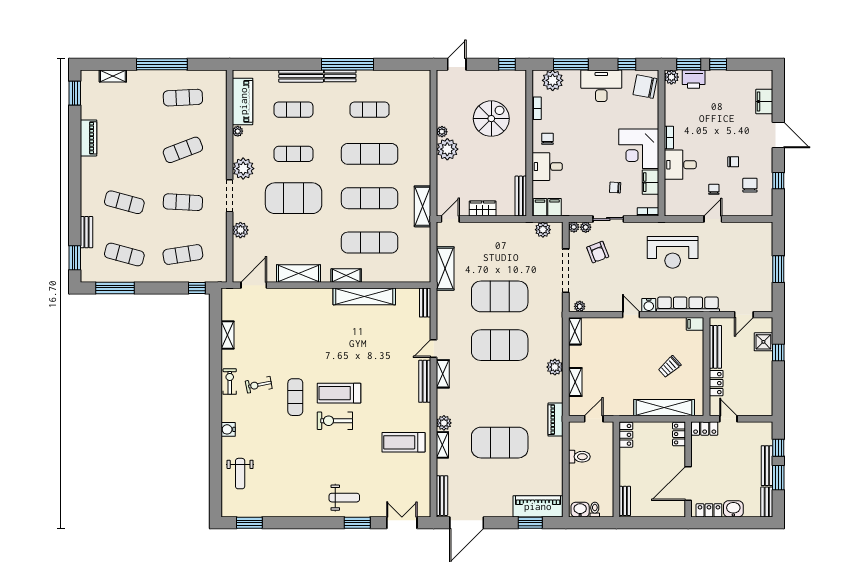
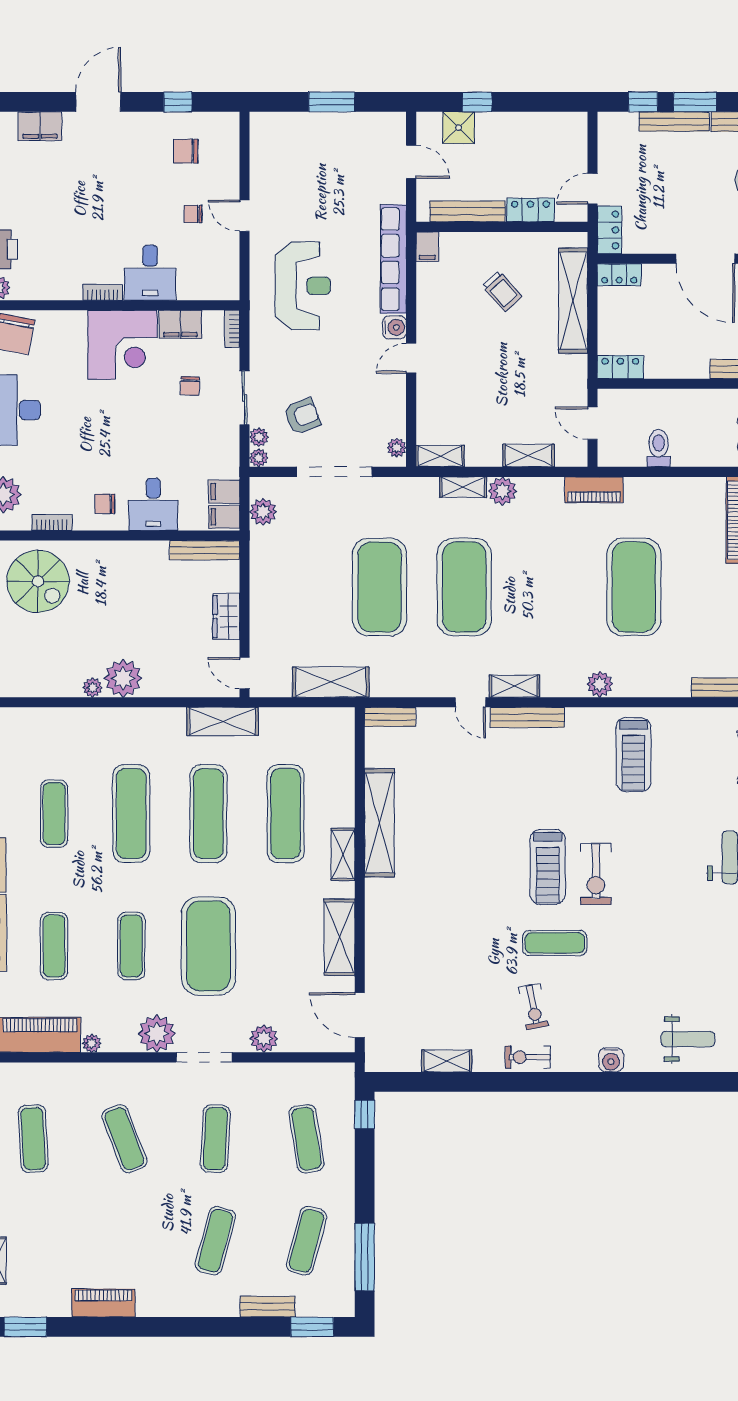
spiral stairs: (491, 119) -> (38, 581), moved, turned 180
chair: (733, 162) -> (145, 180), removed
shelving: (442, 445) -> (463, 487), moved

